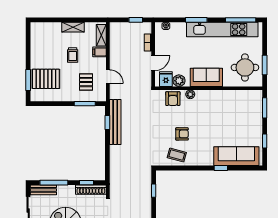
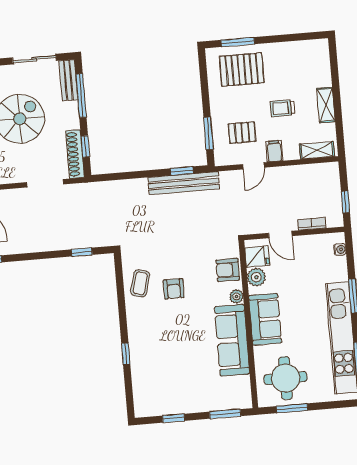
filing cabinet: (100, 52) -> (274, 151), moved
pallet: (46, 79) -> (242, 70), turned 90
sofa: (236, 156) -> (232, 340), moved, turned 180

